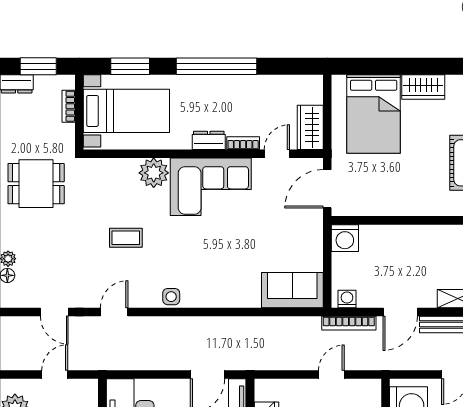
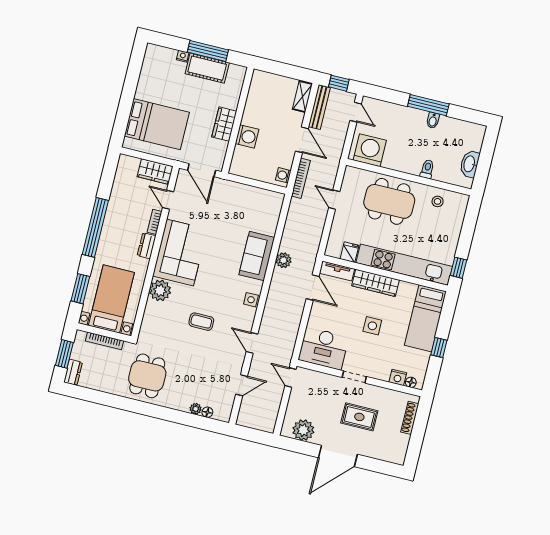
wardrobe: (423, 87) -> (224, 124), moved, turned 180
bookcase: (69, 106) -> (104, 341), width x1.56
coffee table: (126, 238) -> (201, 322), turned 90
washing machine: (345, 238) -> (247, 136), moved
sofa: (292, 290) -> (257, 256), moved
plant: (234, 327) -> (283, 260), added
door: (55, 375) -> (290, 378), moved

